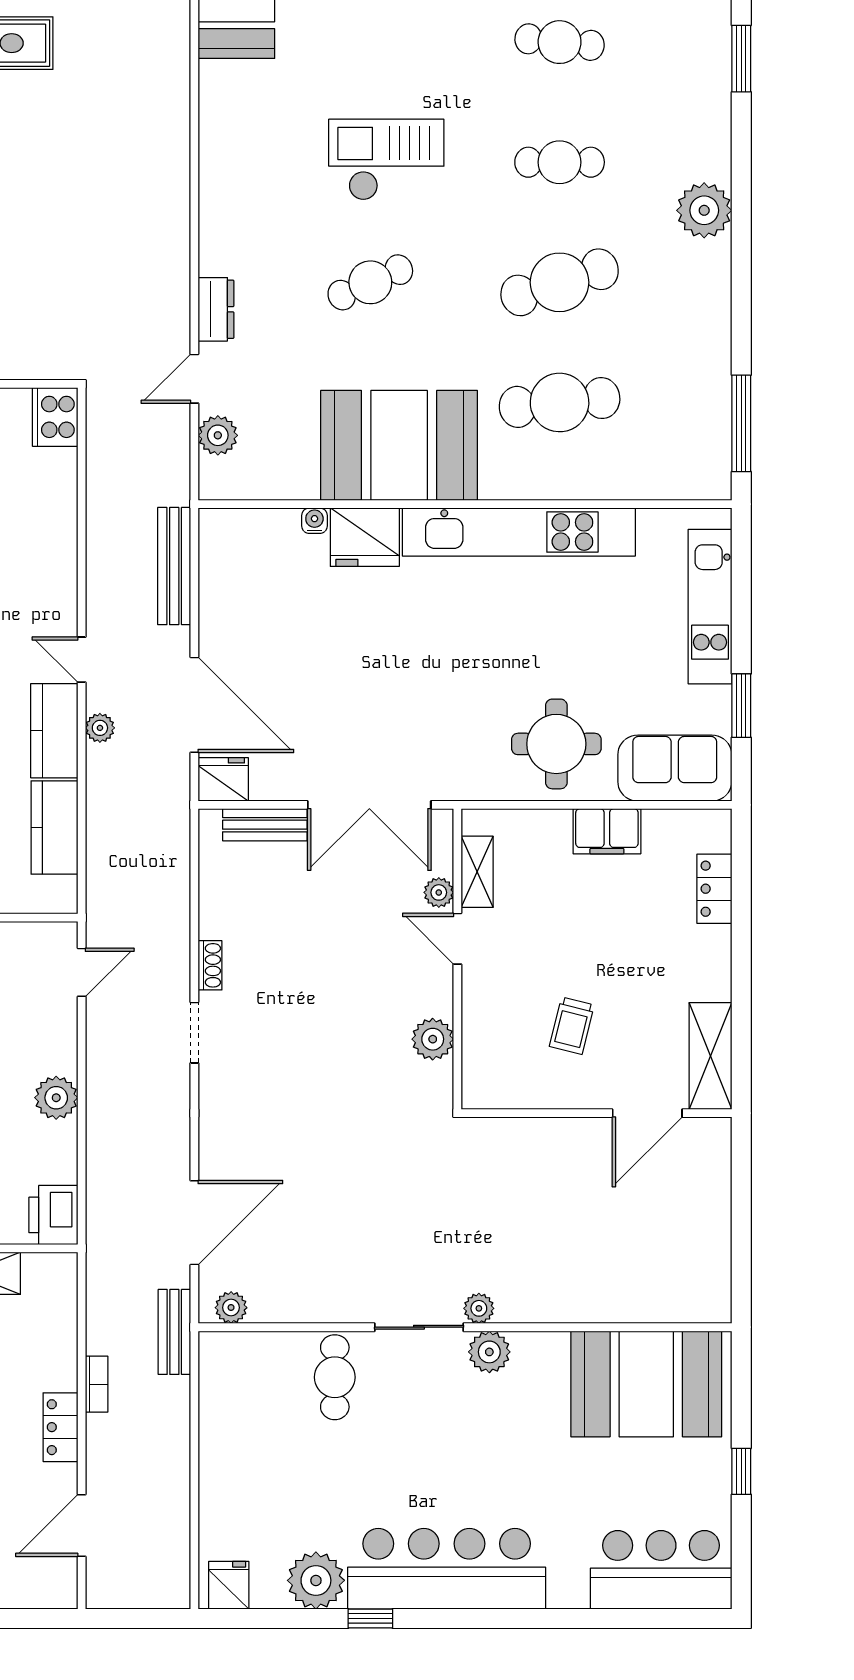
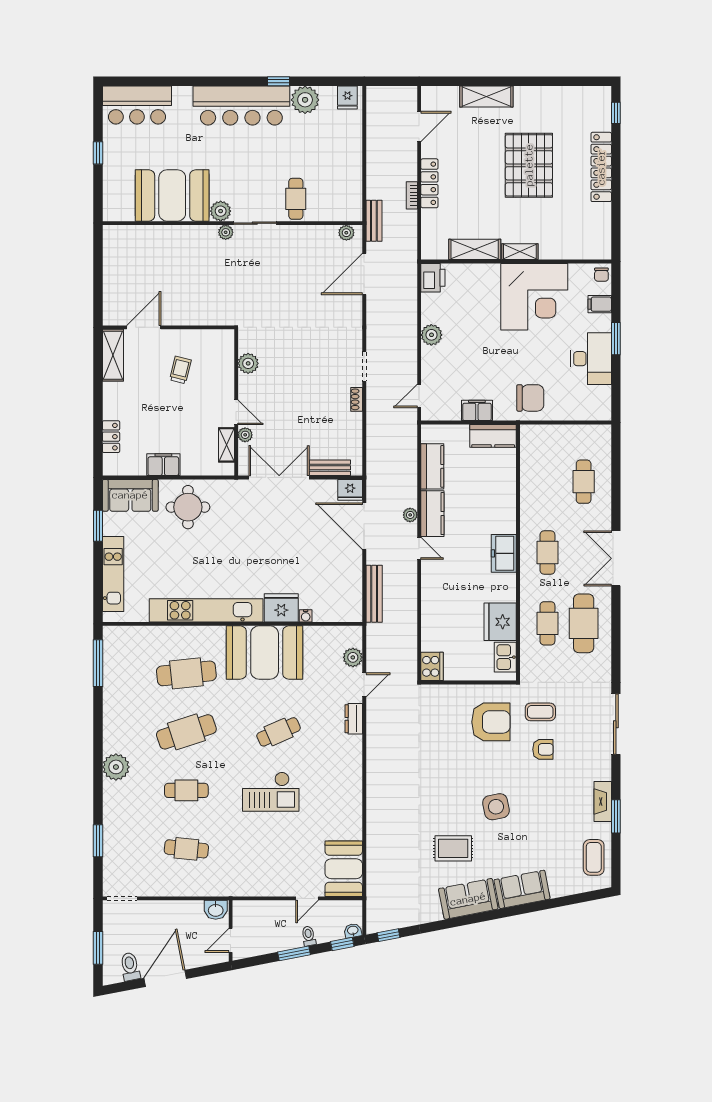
booth: (646, 1384) -> (172, 195), moved
locker: (60, 1427) -> (429, 183), width x1.53

